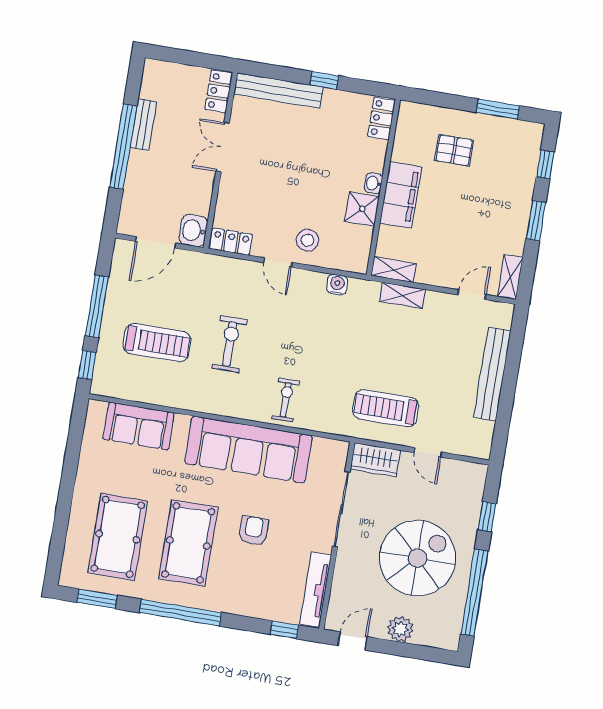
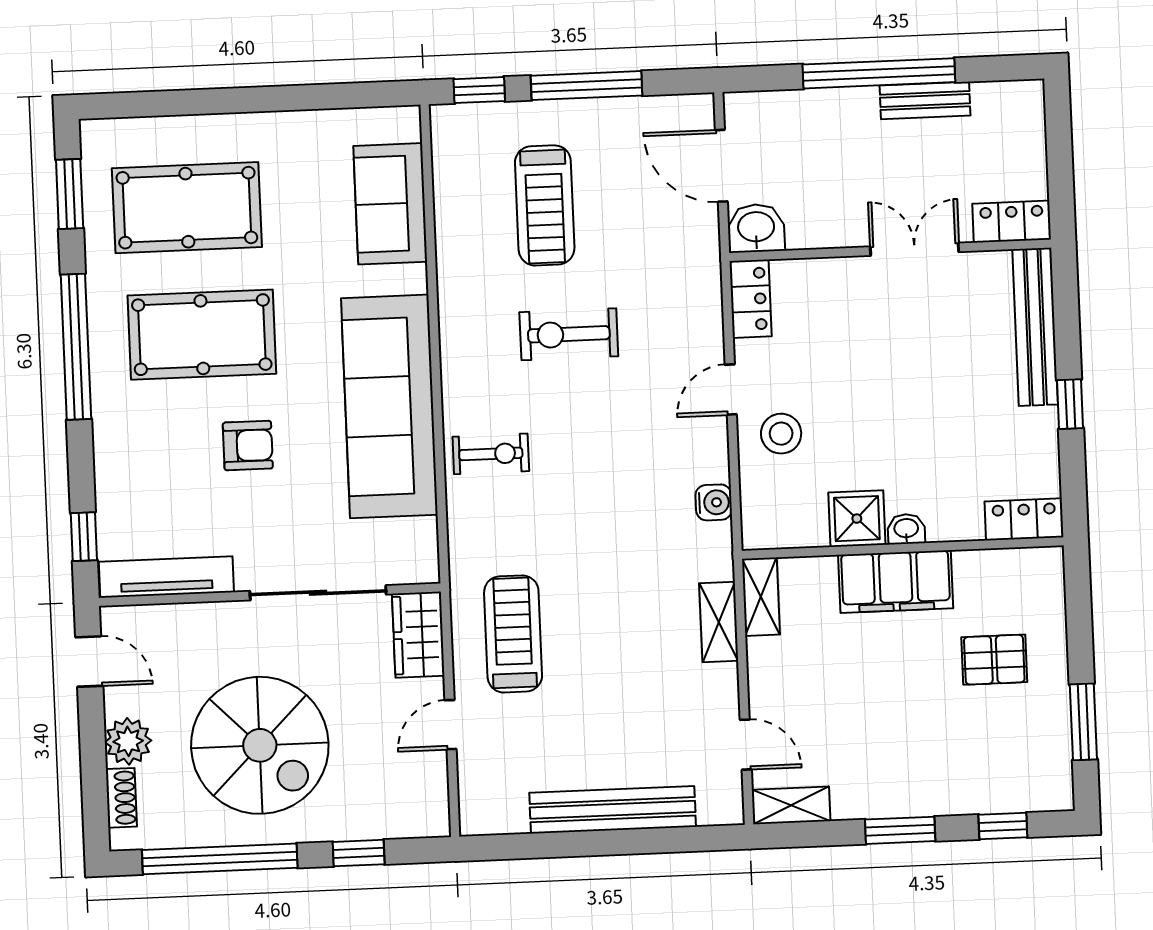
pallet: (454, 150) -> (994, 660), turned 90
exercise bike: (230, 344) -> (569, 334), turned 180
shoe rack: (430, 639) -> (121, 798), added

